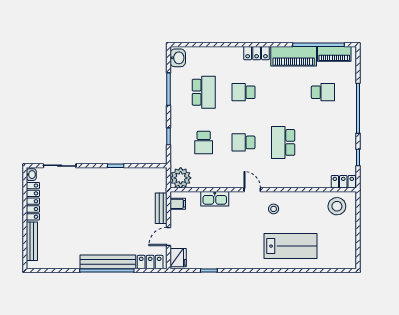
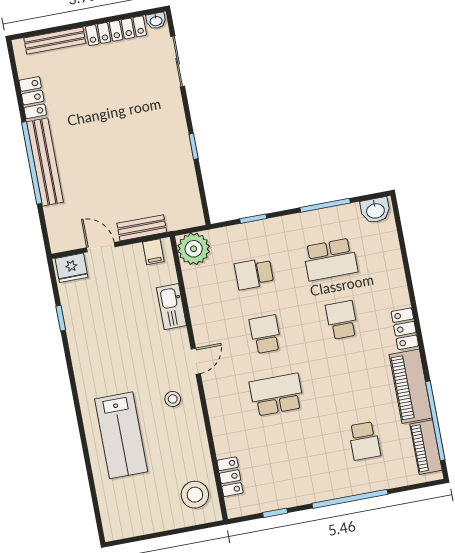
locker: (343, 182) -> (230, 477), moved
locker: (150, 262) -> (33, 98), moved

